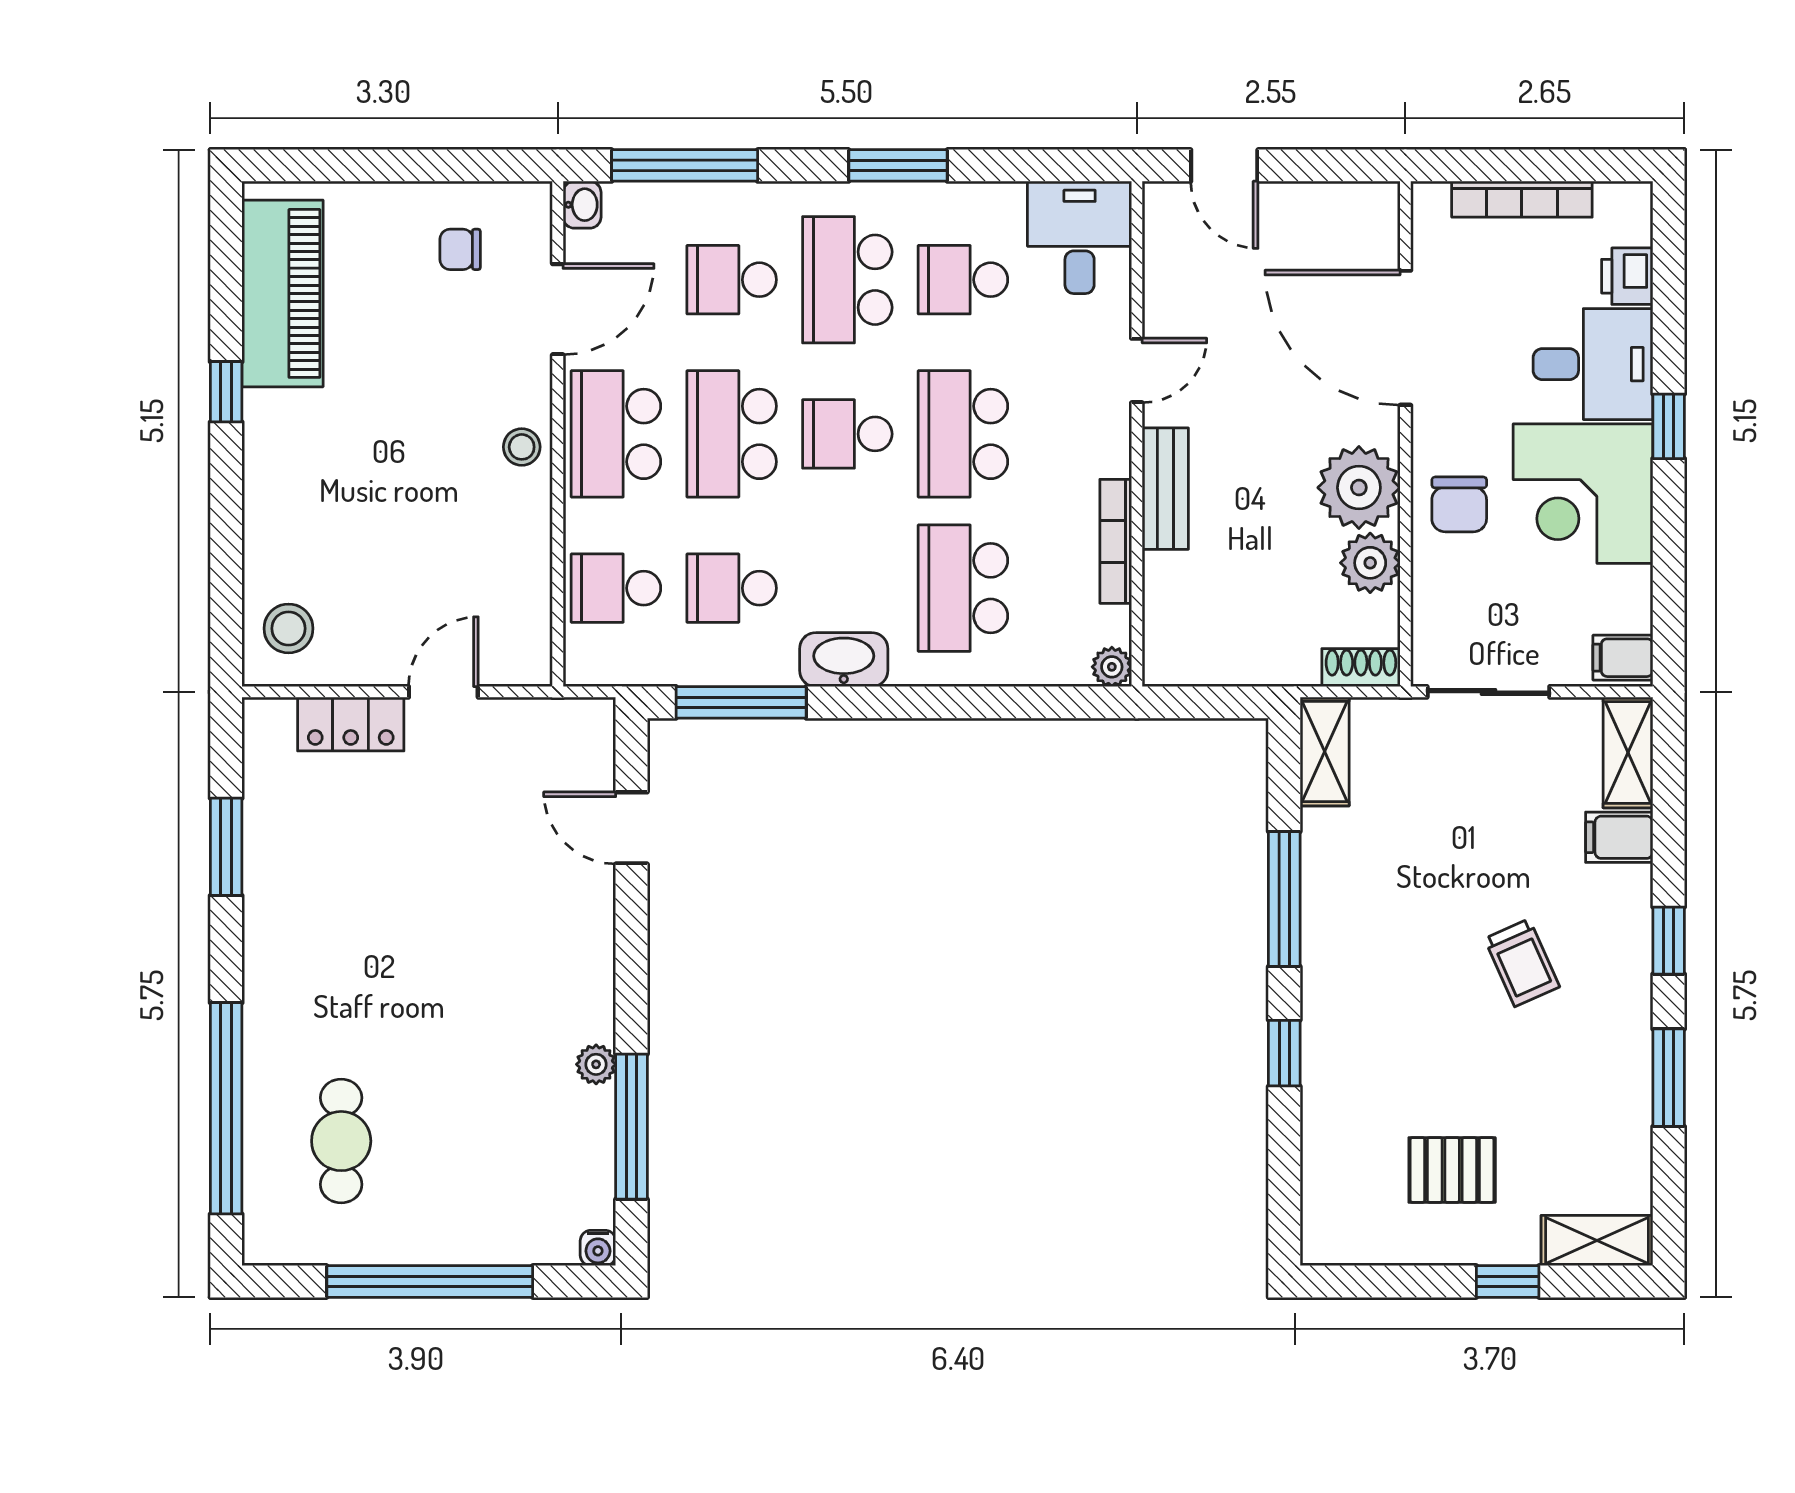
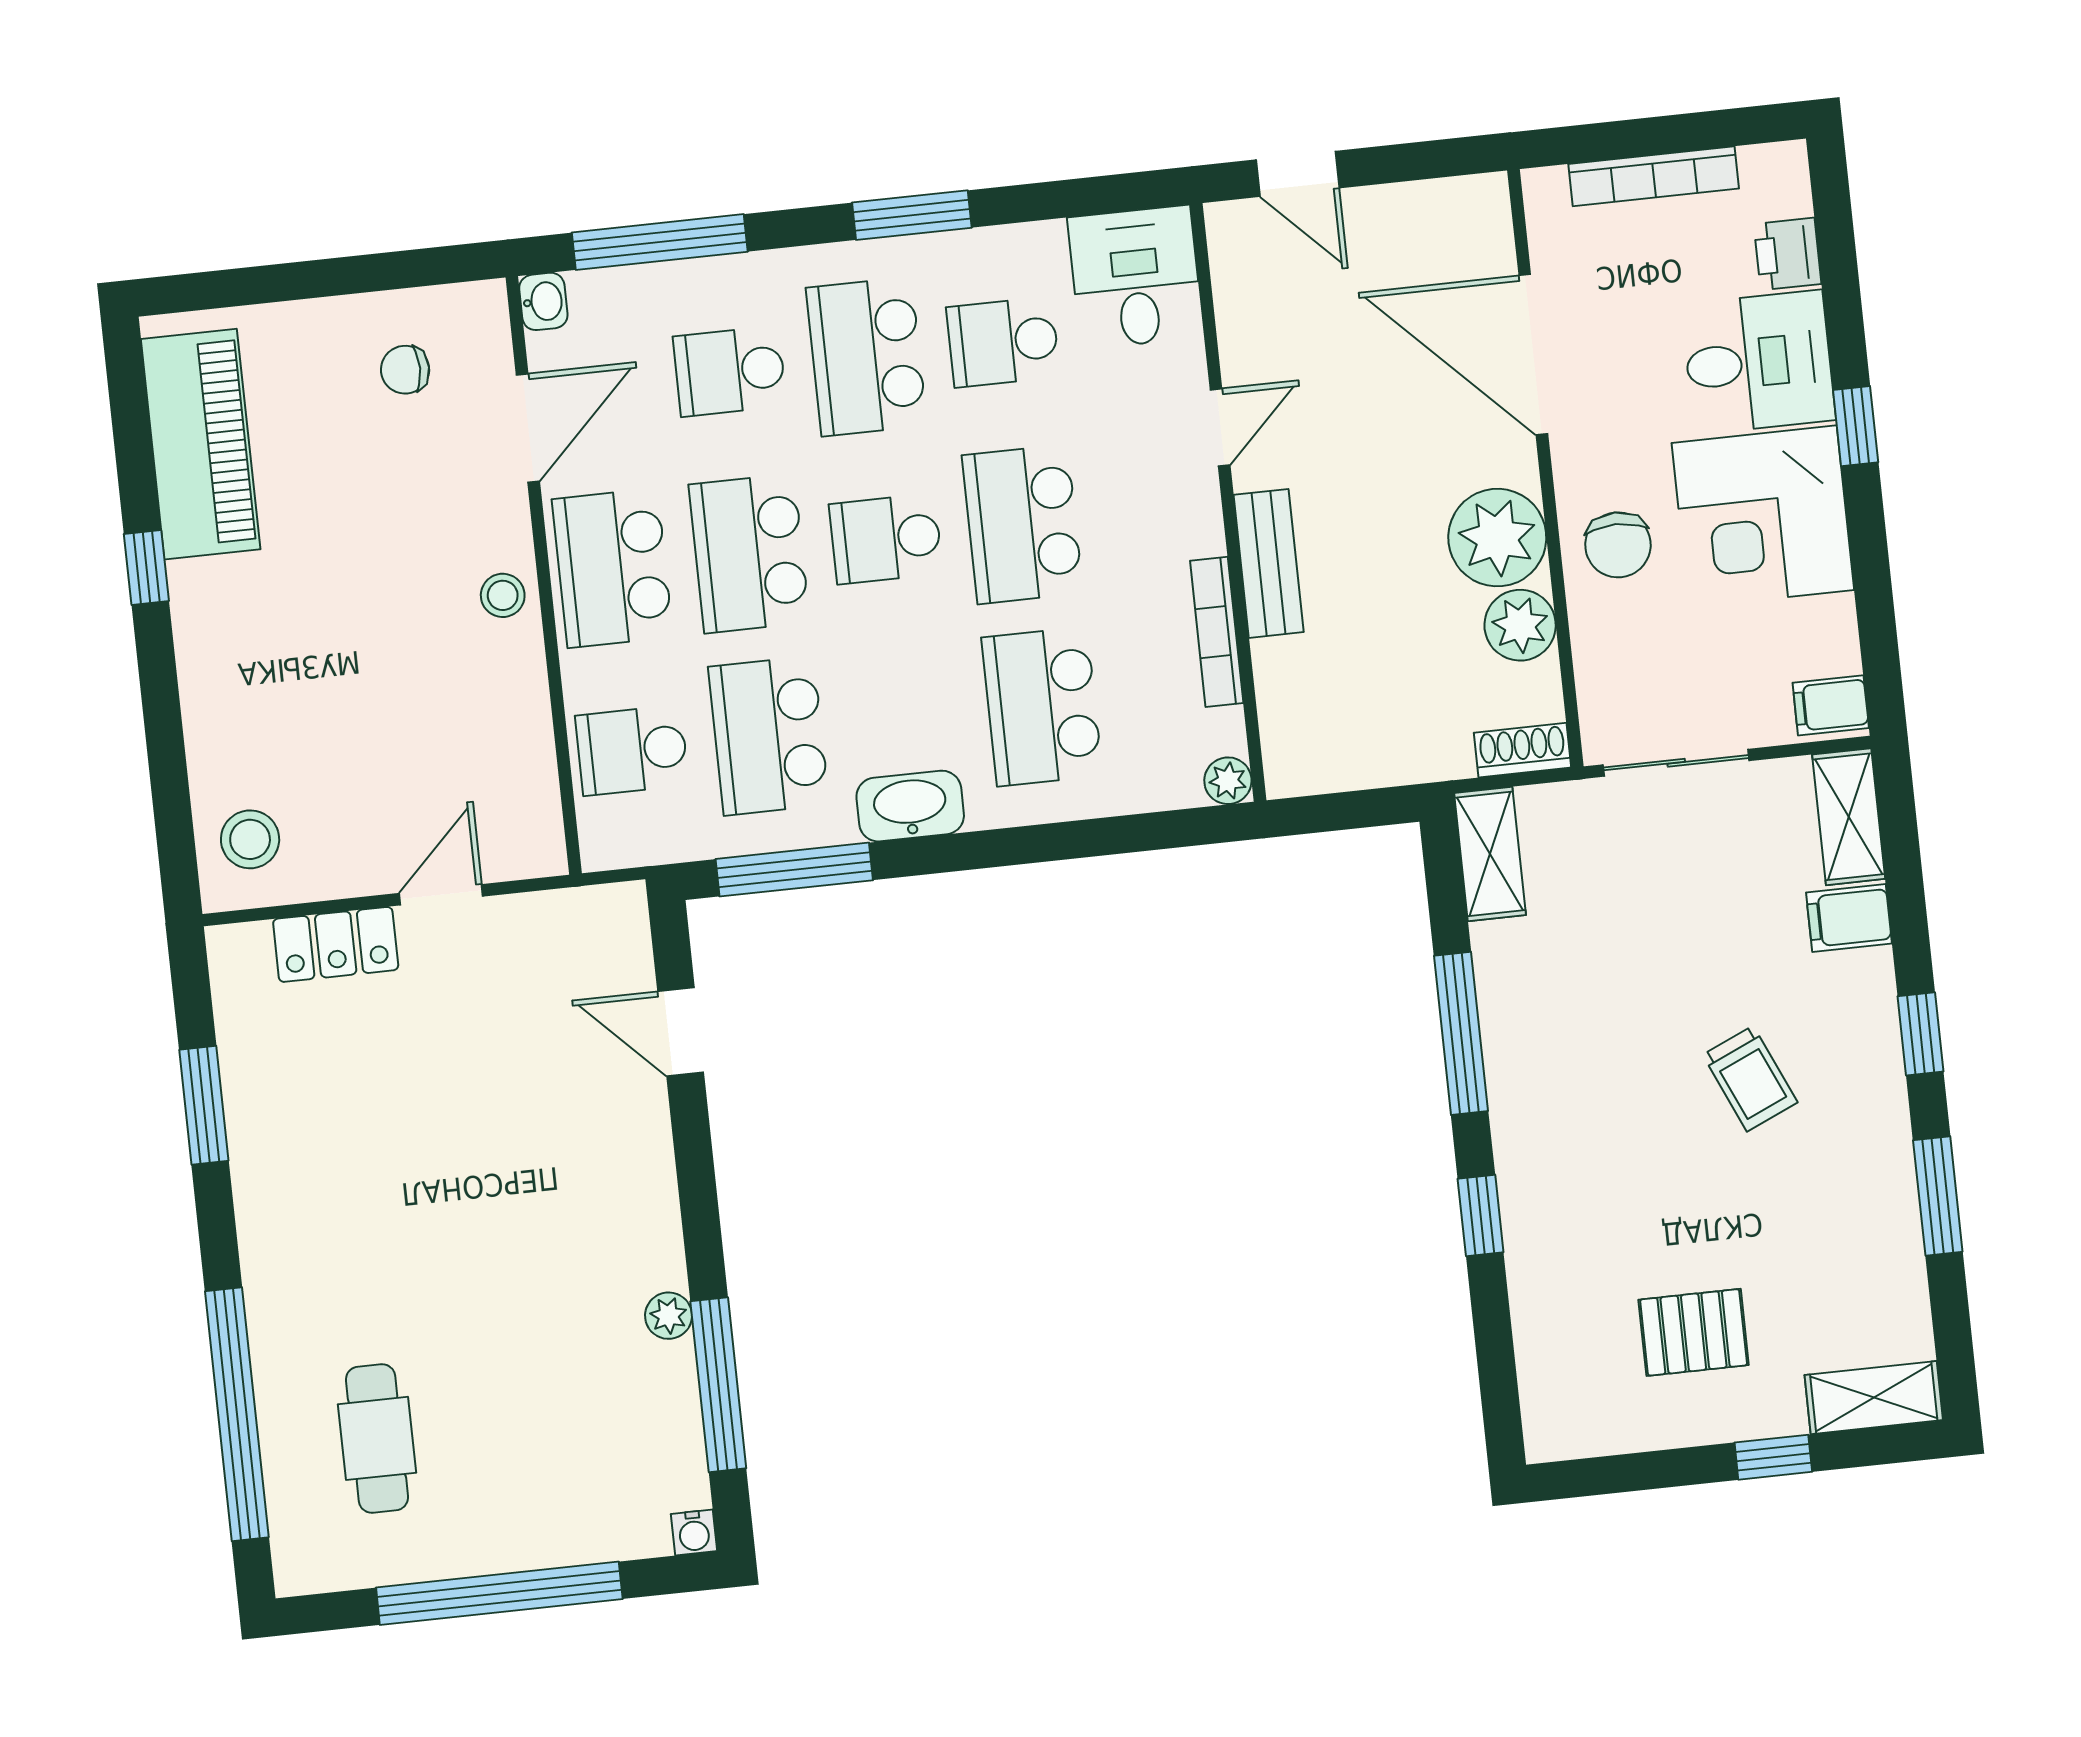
school desk: (732, 588) -> (769, 736), width x1.85

